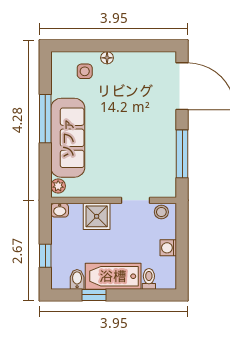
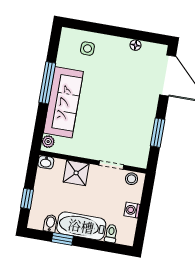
floor lamp: (107, 58) -> (135, 45), moved
window: (182, 154) -> (158, 133), width x0.69

